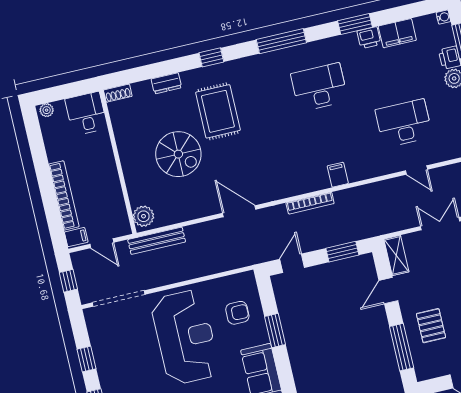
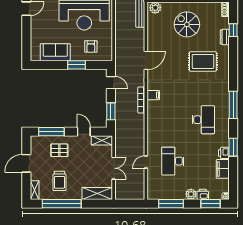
window: (211, 57) -> (233, 30), moved
desk: (404, 123) -> (173, 161), turned 180
spiral stairs: (178, 154) -> (187, 24), moved, turned 90
filing cabinet: (338, 175) -> (153, 95), moved

